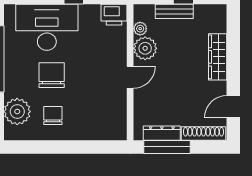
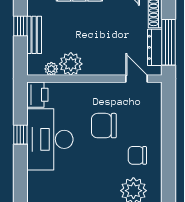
desk: (47, 27) -> (50, 139), moved
chair: (52, 75) -> (104, 126), moved
door: (130, 77) -> (137, 79), moved

